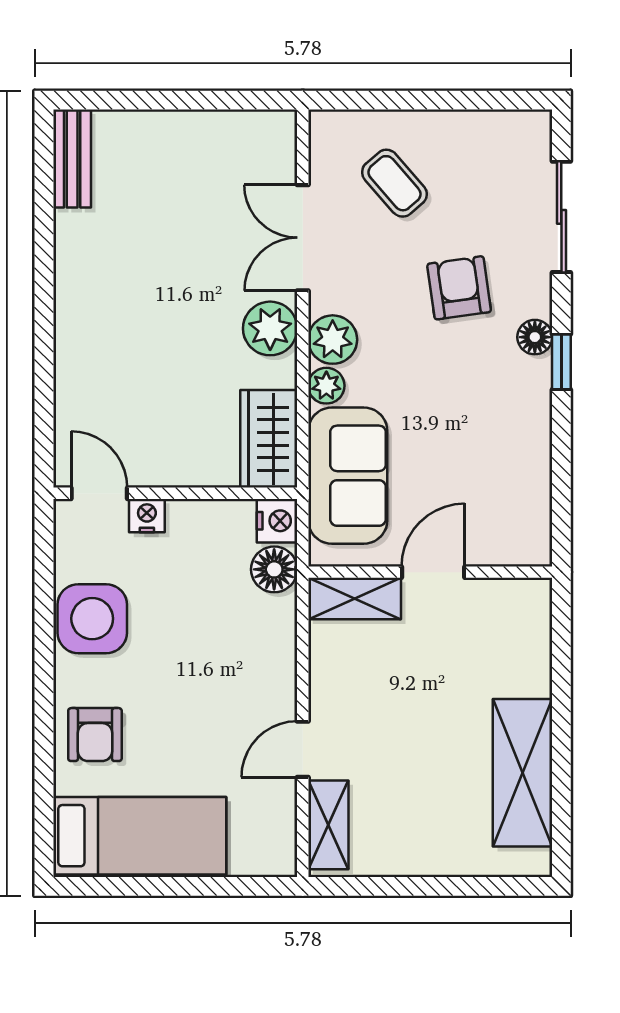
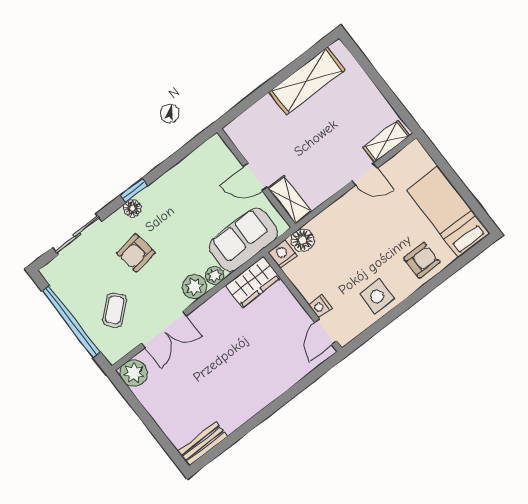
window: (429, 100) -> (71, 322), added
plant: (270, 328) -> (134, 373), moved
side table: (92, 619) -> (377, 297), width x0.73, depth x0.73

